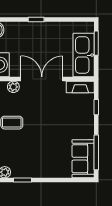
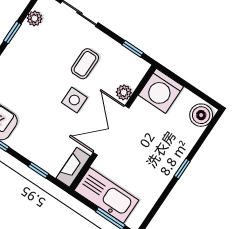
double door: (42, 79) -> (111, 130), swing flipped
side table: (38, 114) -> (74, 100), added

